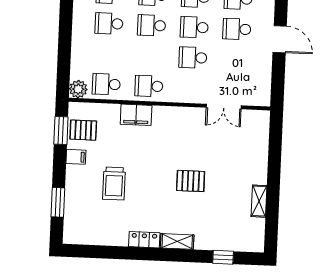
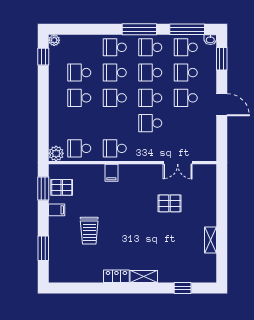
filing cabinet: (136, 115) -> (111, 173), width x0.50
pallet: (191, 181) -> (170, 203), moved

